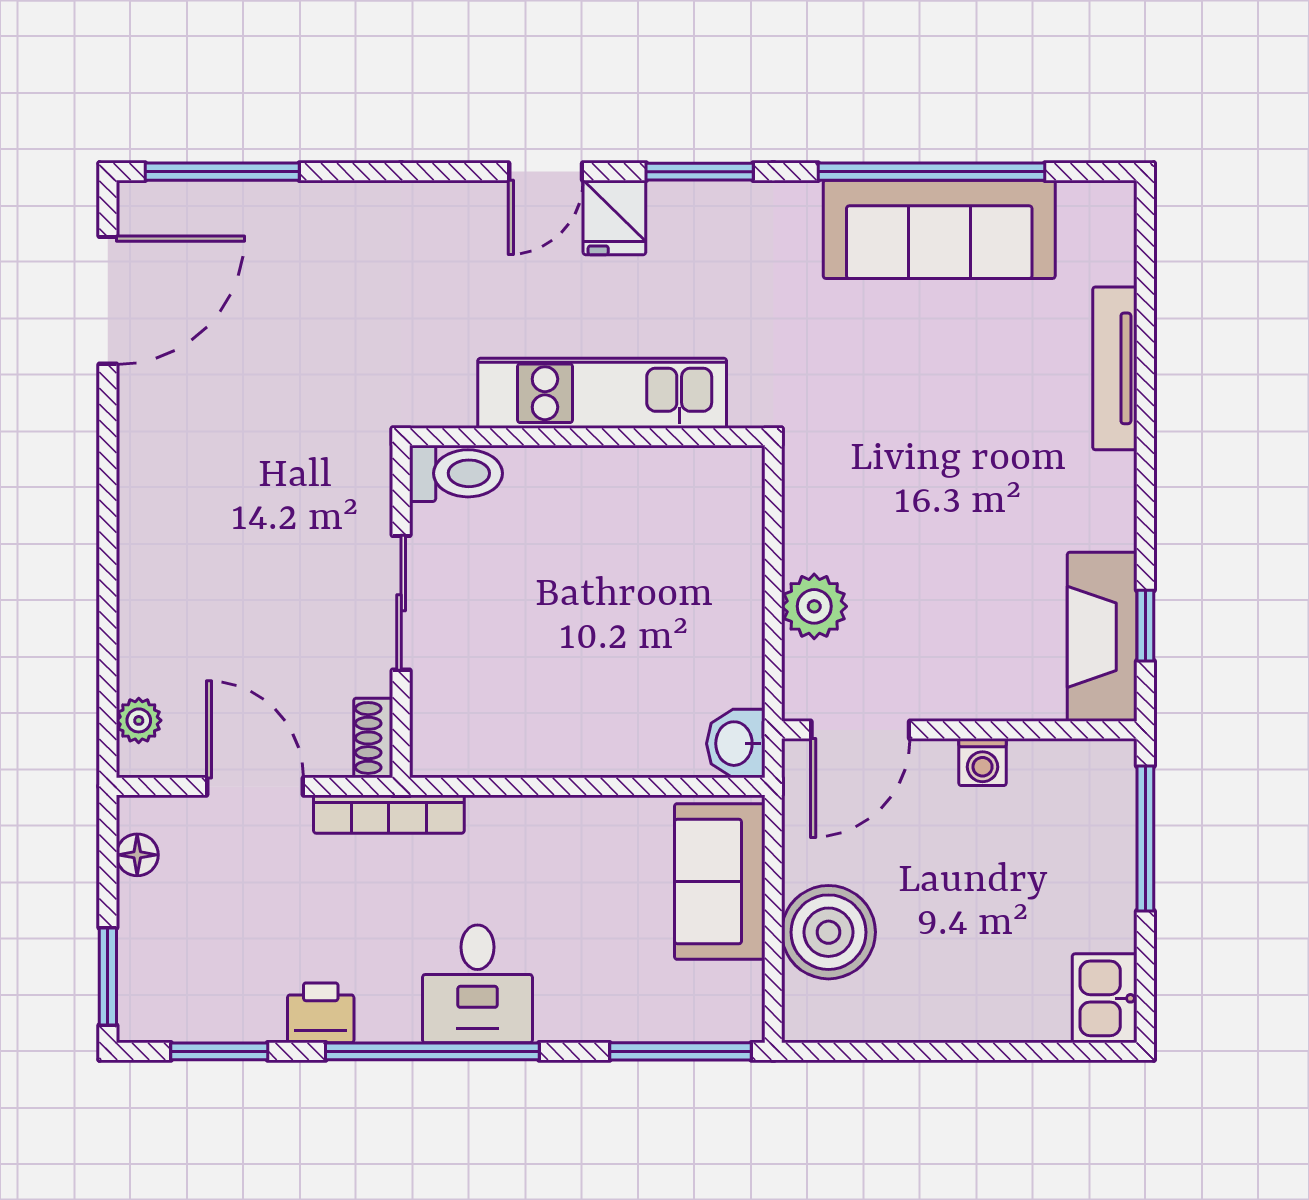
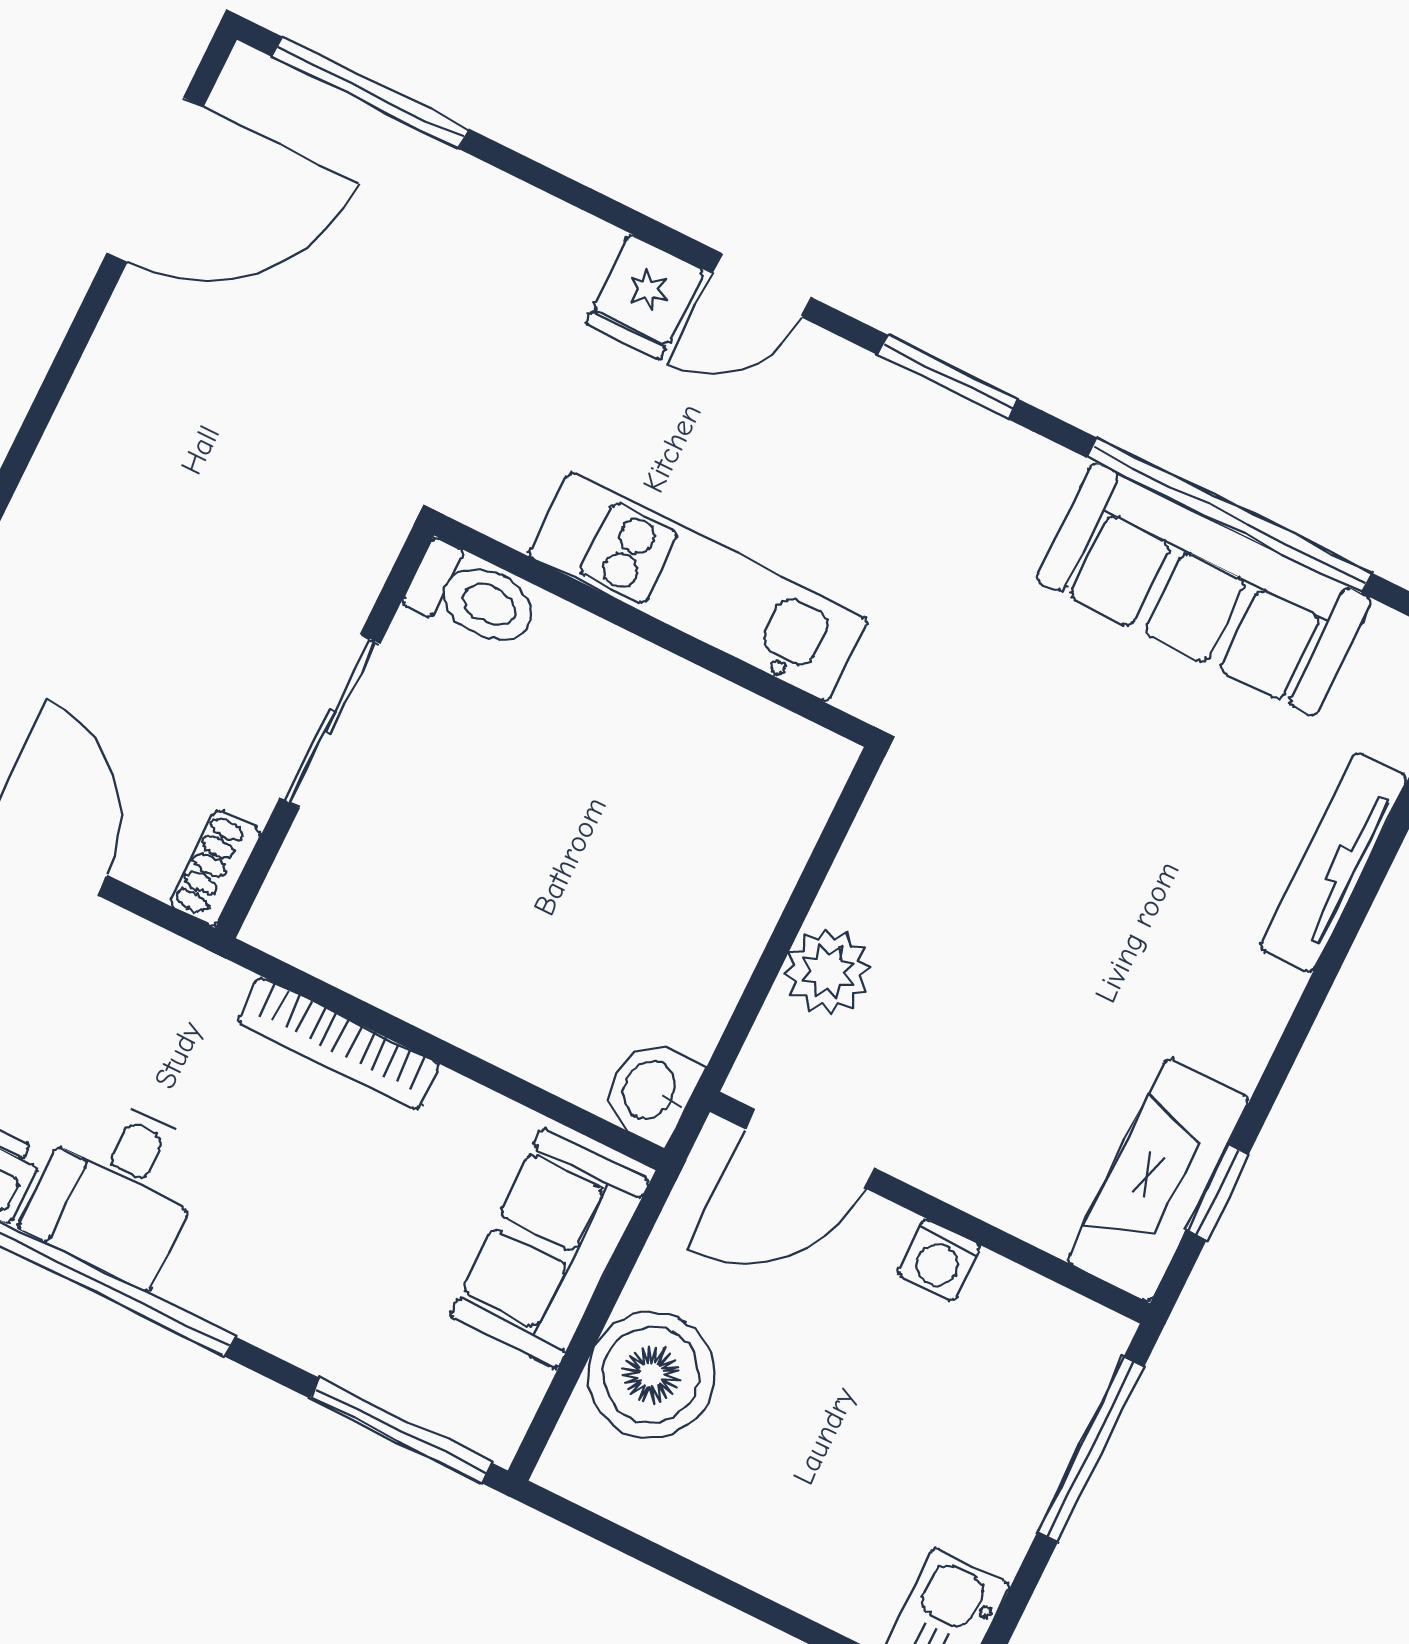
fridge: (614, 217) -> (645, 297), moved
bookcase: (389, 814) -> (338, 1043), moved
desk: (477, 984) -> (117, 1190), moved

